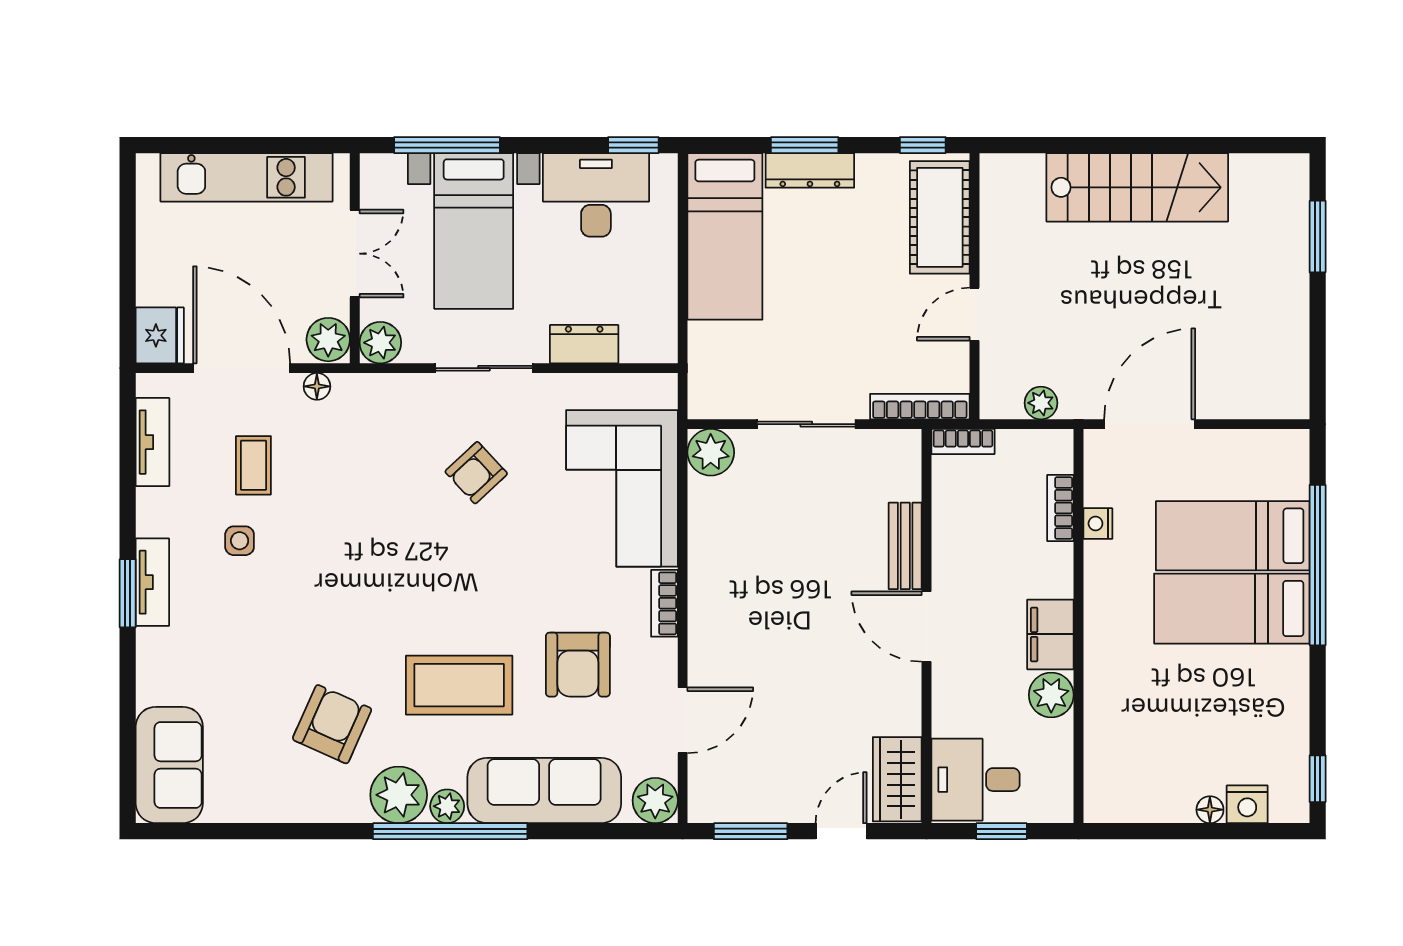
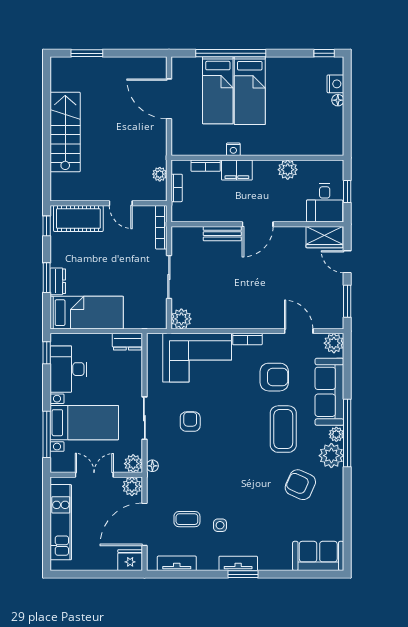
dresser: (810, 170) -> (58, 281), width x0.70
dresser: (584, 344) -> (127, 342), moved, turned -90
floor lamp: (317, 386) -> (152, 466), moved
door: (1150, 424) -> (169, 99), moved
bookcase: (963, 442) -> (177, 188), moved
armchair: (476, 473) -> (190, 422), turned -137
nightstand: (1098, 524) -> (233, 149), moved
filing cabinet: (1050, 634) -> (237, 170), moved

